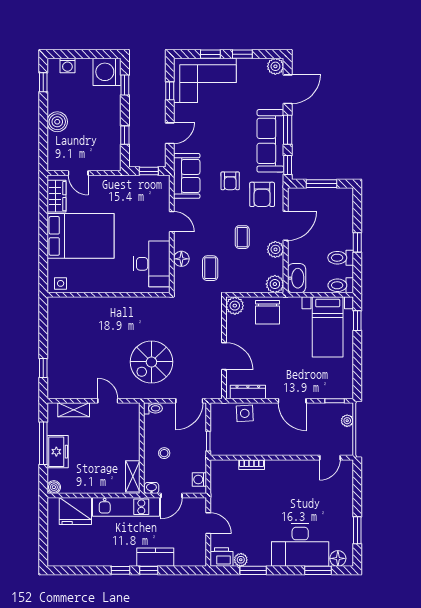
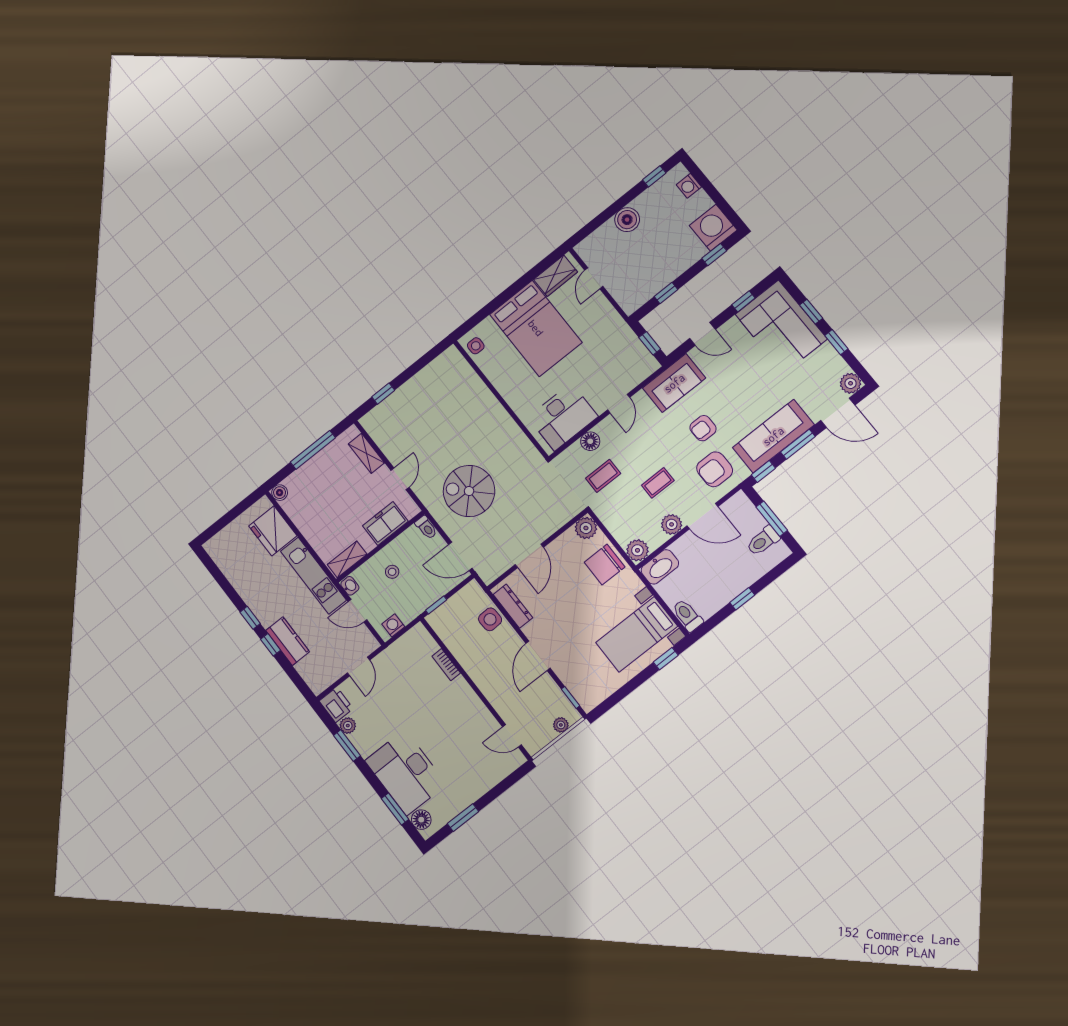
toilet: (341, 258) -> (763, 541), moved, turned -90
freezer: (58, 452) -> (385, 524), moved, turned 180

